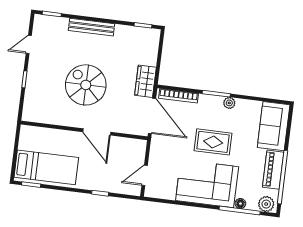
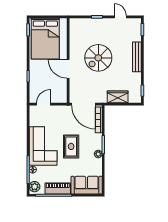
wardrobe: (145, 81) -> (118, 97), moved
spiral stairs: (86, 85) -> (98, 58), turned 180
door: (152, 116) -> (83, 104), hinge flipped
door: (97, 132) -> (68, 69), hinge flipped
bed: (46, 167) -> (45, 39), width x1.50
door: (145, 175) -> (43, 104), hinge flipped

